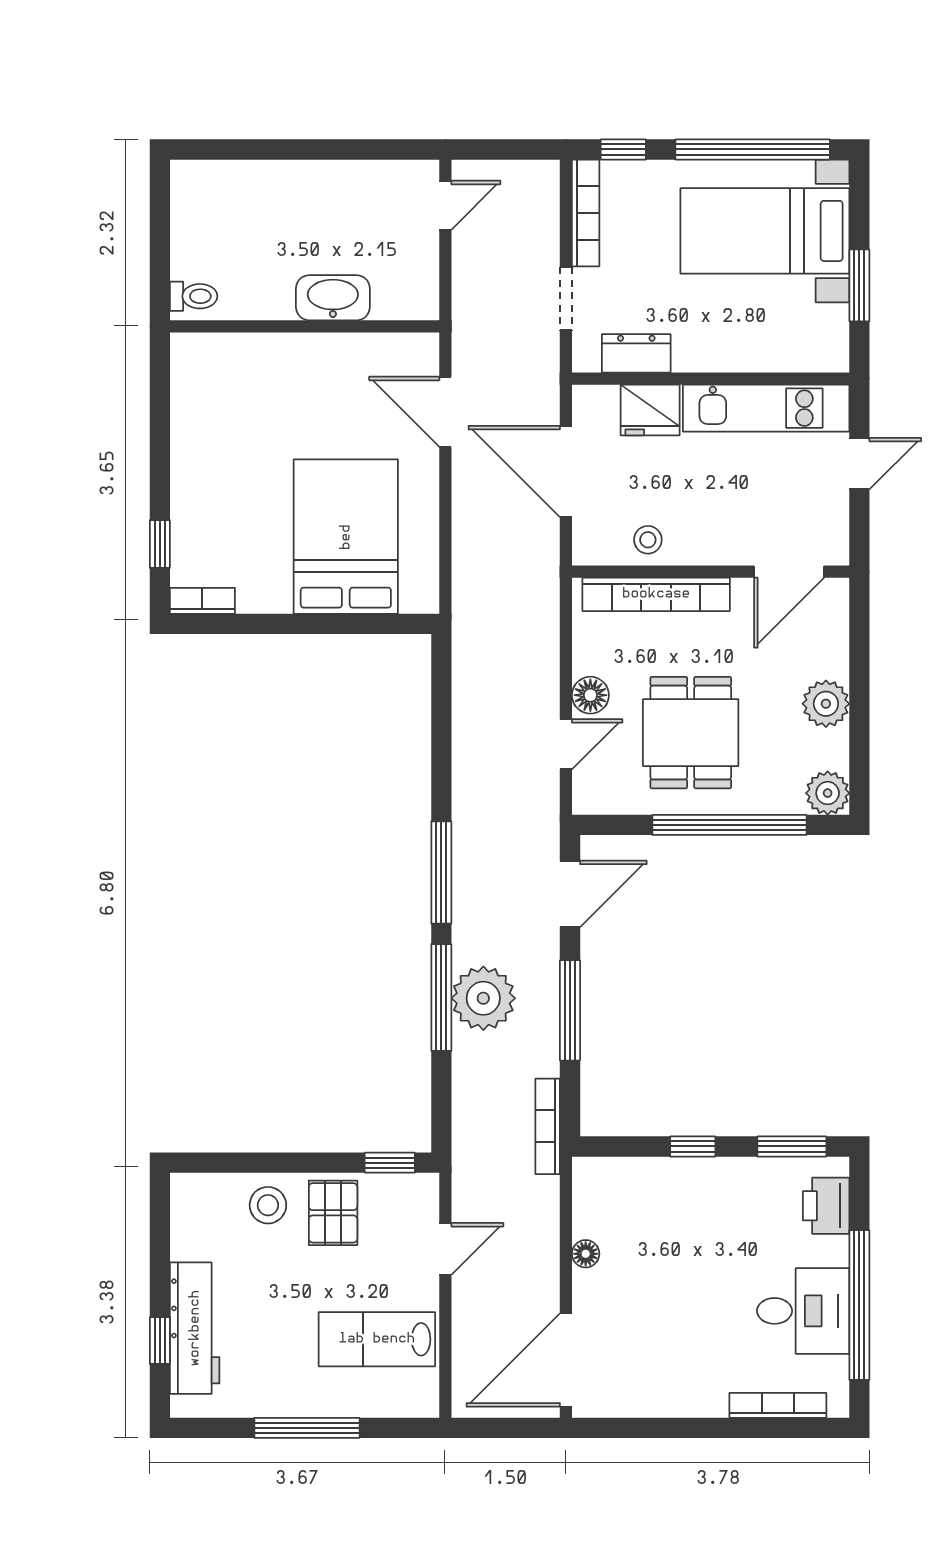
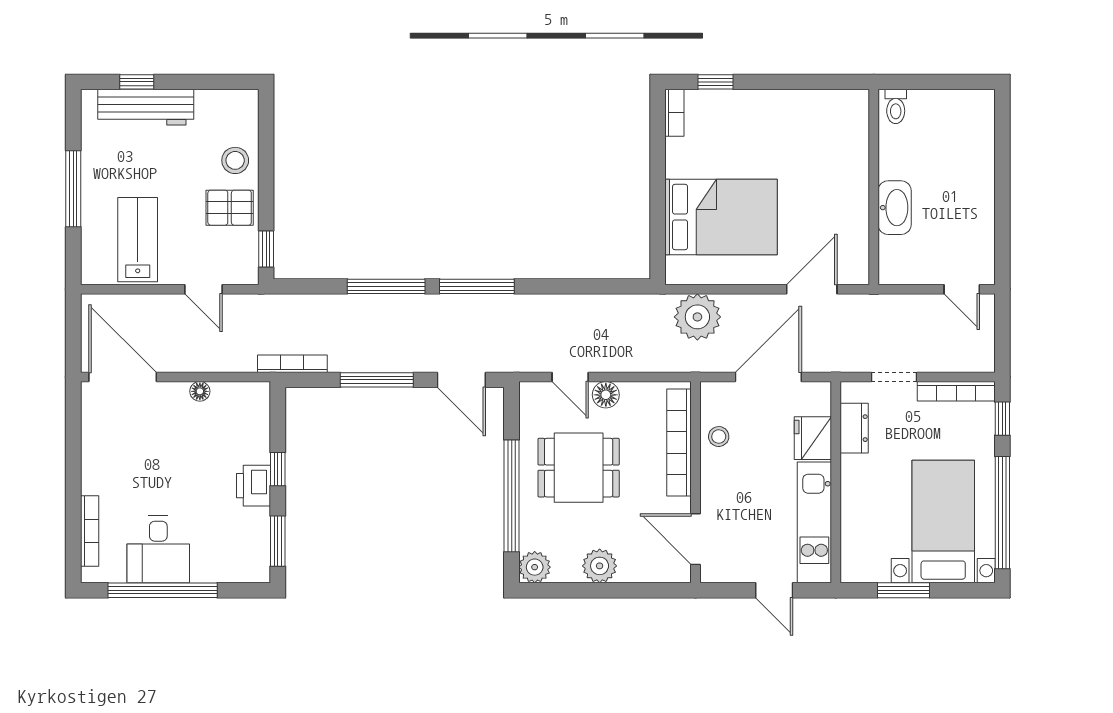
plant: (483, 998) -> (697, 317), moved
printer: (826, 1206) -> (254, 486), moved, turned -90

